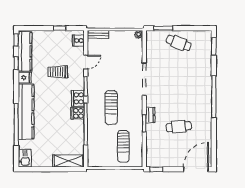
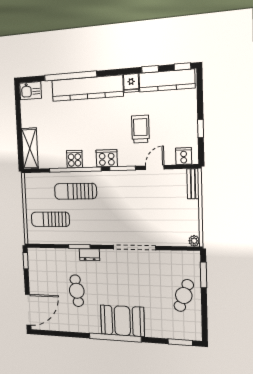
door: (86, 62) -> (155, 167), swing flipped
booth: (200, 90) -> (122, 321), added
sun lounger: (111, 108) -> (75, 191), moved
cooker: (78, 113) -> (74, 159), moved
door: (196, 169) -> (28, 310), hinge flipped

